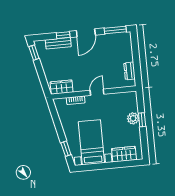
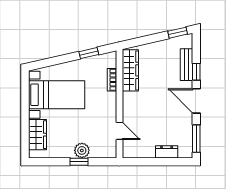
dresser: (130, 71) -> (167, 152), moved
wardrobe: (62, 87) -> (130, 70), width x1.50
door: (97, 92) -> (119, 131), moved
window: (66, 149) -> (89, 53), moved

